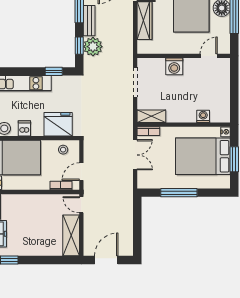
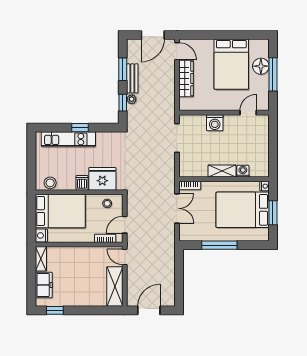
plant: (93, 47) -> (132, 99), width x0.53, depth x0.53
window: (54, 71) -> (80, 128), moved
shelving: (151, 116) -> (222, 171), moved
dishwasher: (24, 128) -> (82, 183), moved

